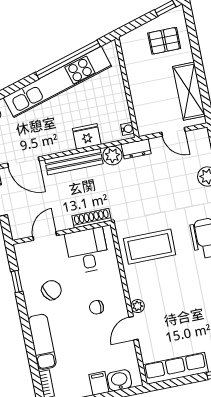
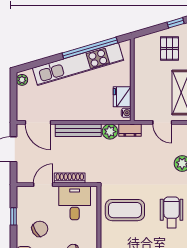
pallet: (164, 41) -> (170, 48), turned 90
fridge: (87, 136) -> (122, 97), moved, turned -90
shoe rack: (92, 218) -> (70, 178), moved

